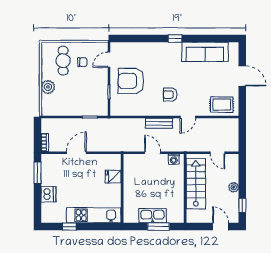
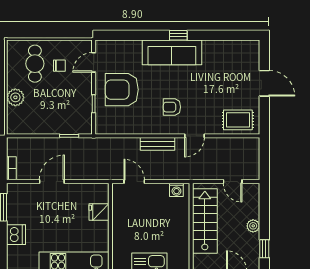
sofa: (205, 52) -> (172, 52), moved
door: (153, 153) -> (134, 182), moved

